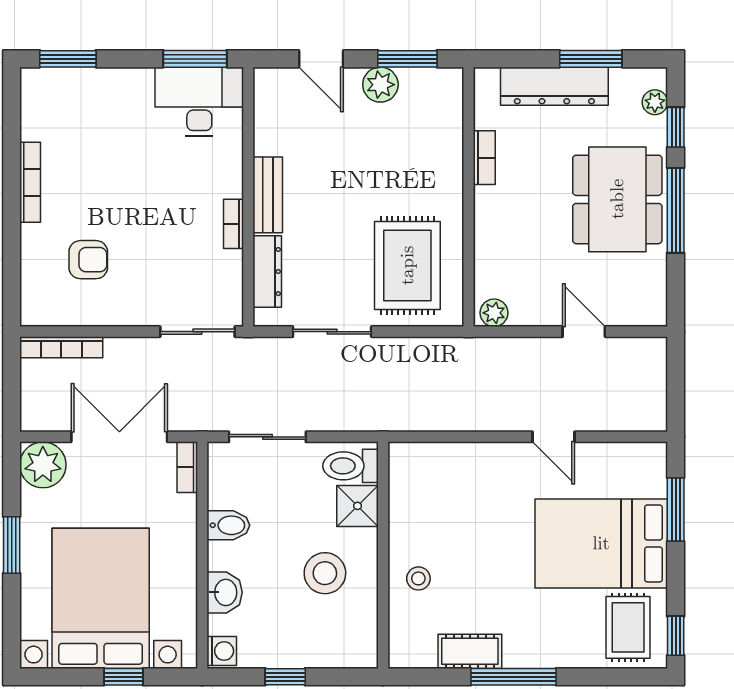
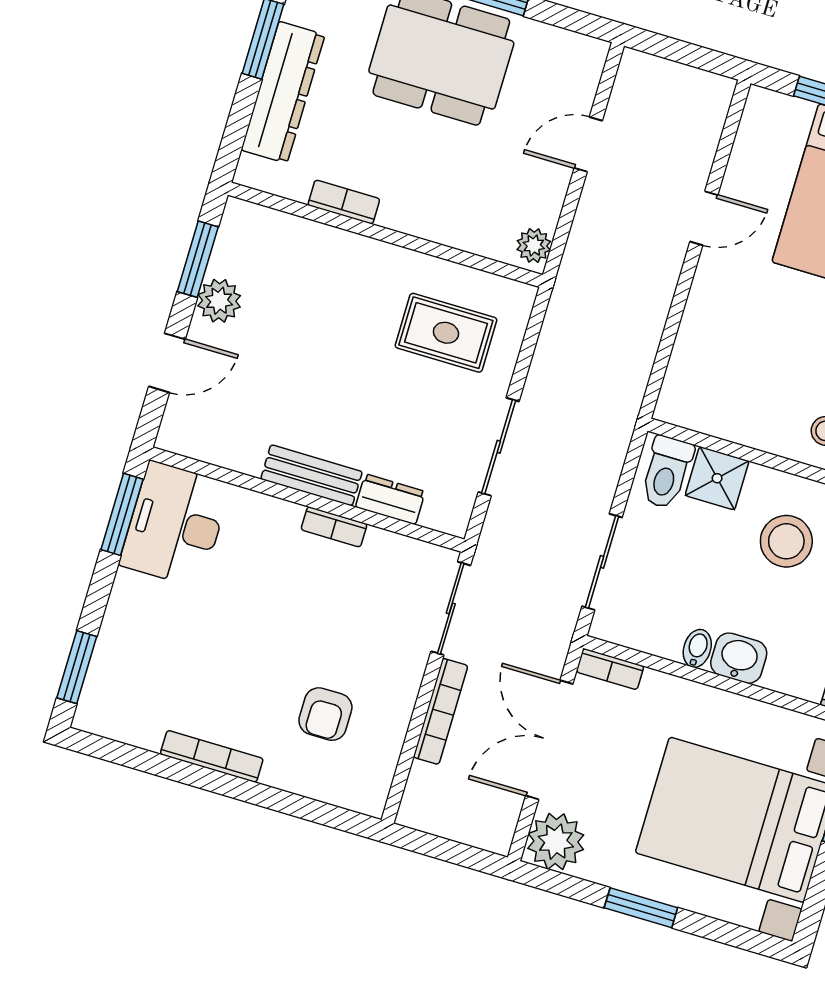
armchair: (88, 260) -> (325, 714), turned 180
rug: (407, 265) -> (446, 333), width x0.73, depth x0.70
dresser: (267, 272) -> (390, 499), width x0.70
bookcase: (61, 347) -> (441, 711), moved
bidet: (228, 525) -> (697, 648), width x0.72, depth x0.74
washbasin: (225, 592) -> (739, 658), moved

